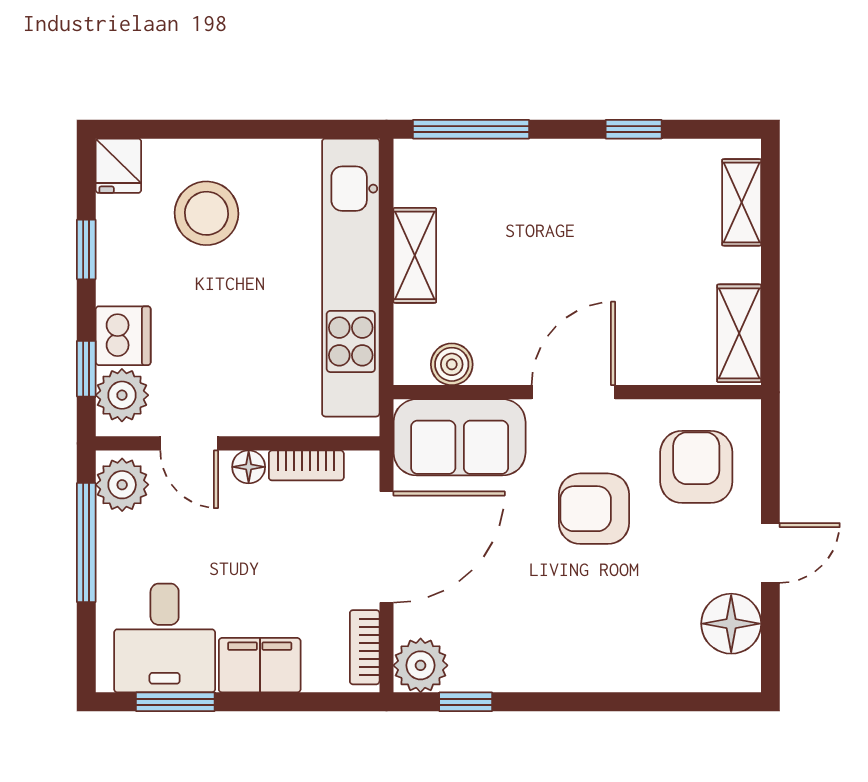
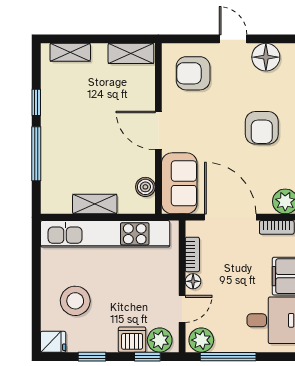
window: (471, 129) -> (36, 154), moved
armchair: (594, 509) -> (262, 128), moved

